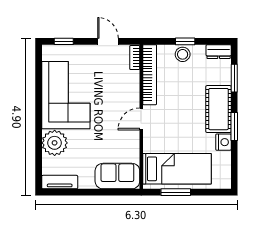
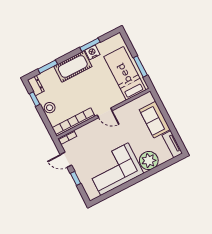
window: (64, 41) -> (76, 178), moved
door: (108, 41) -> (66, 160), hinge flipped
window: (185, 41) -> (35, 99), moved
window: (234, 126) -> (90, 45), moved
sofa: (117, 176) -> (155, 120), moved

